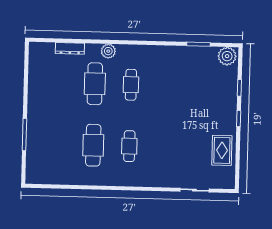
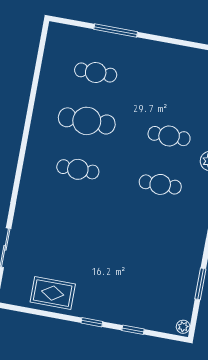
plant: (227, 56) -> (183, 327), width x0.53, depth x0.53
cafe table: (95, 84) -> (169, 136), width x0.73, depth x0.74
cafe table: (57, 144) -> (96, 72), added

